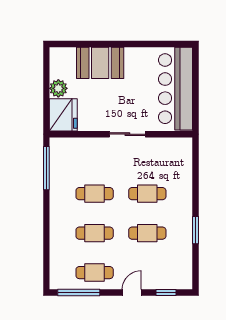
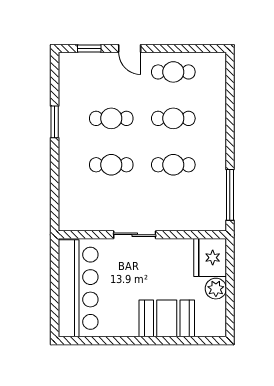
window: (79, 293) -> (192, 48), removed
door: (132, 293) -> (130, 48), hinge flipped

